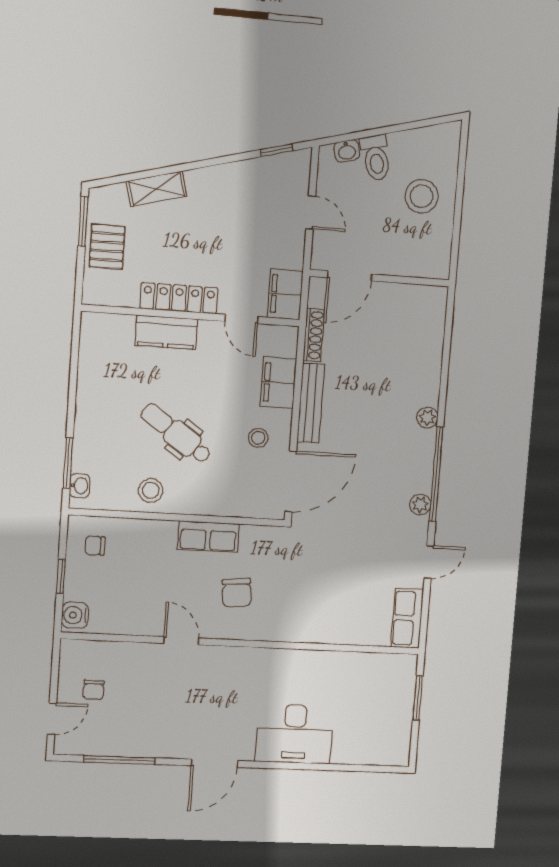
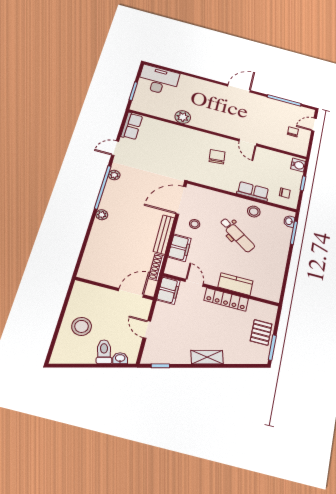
shelving: (157, 189) -> (207, 357), moved
row of seats: (208, 537) -> (253, 191), moved
plant: (315, 665) -> (183, 117), added
desk: (295, 734) -> (158, 80), moved

